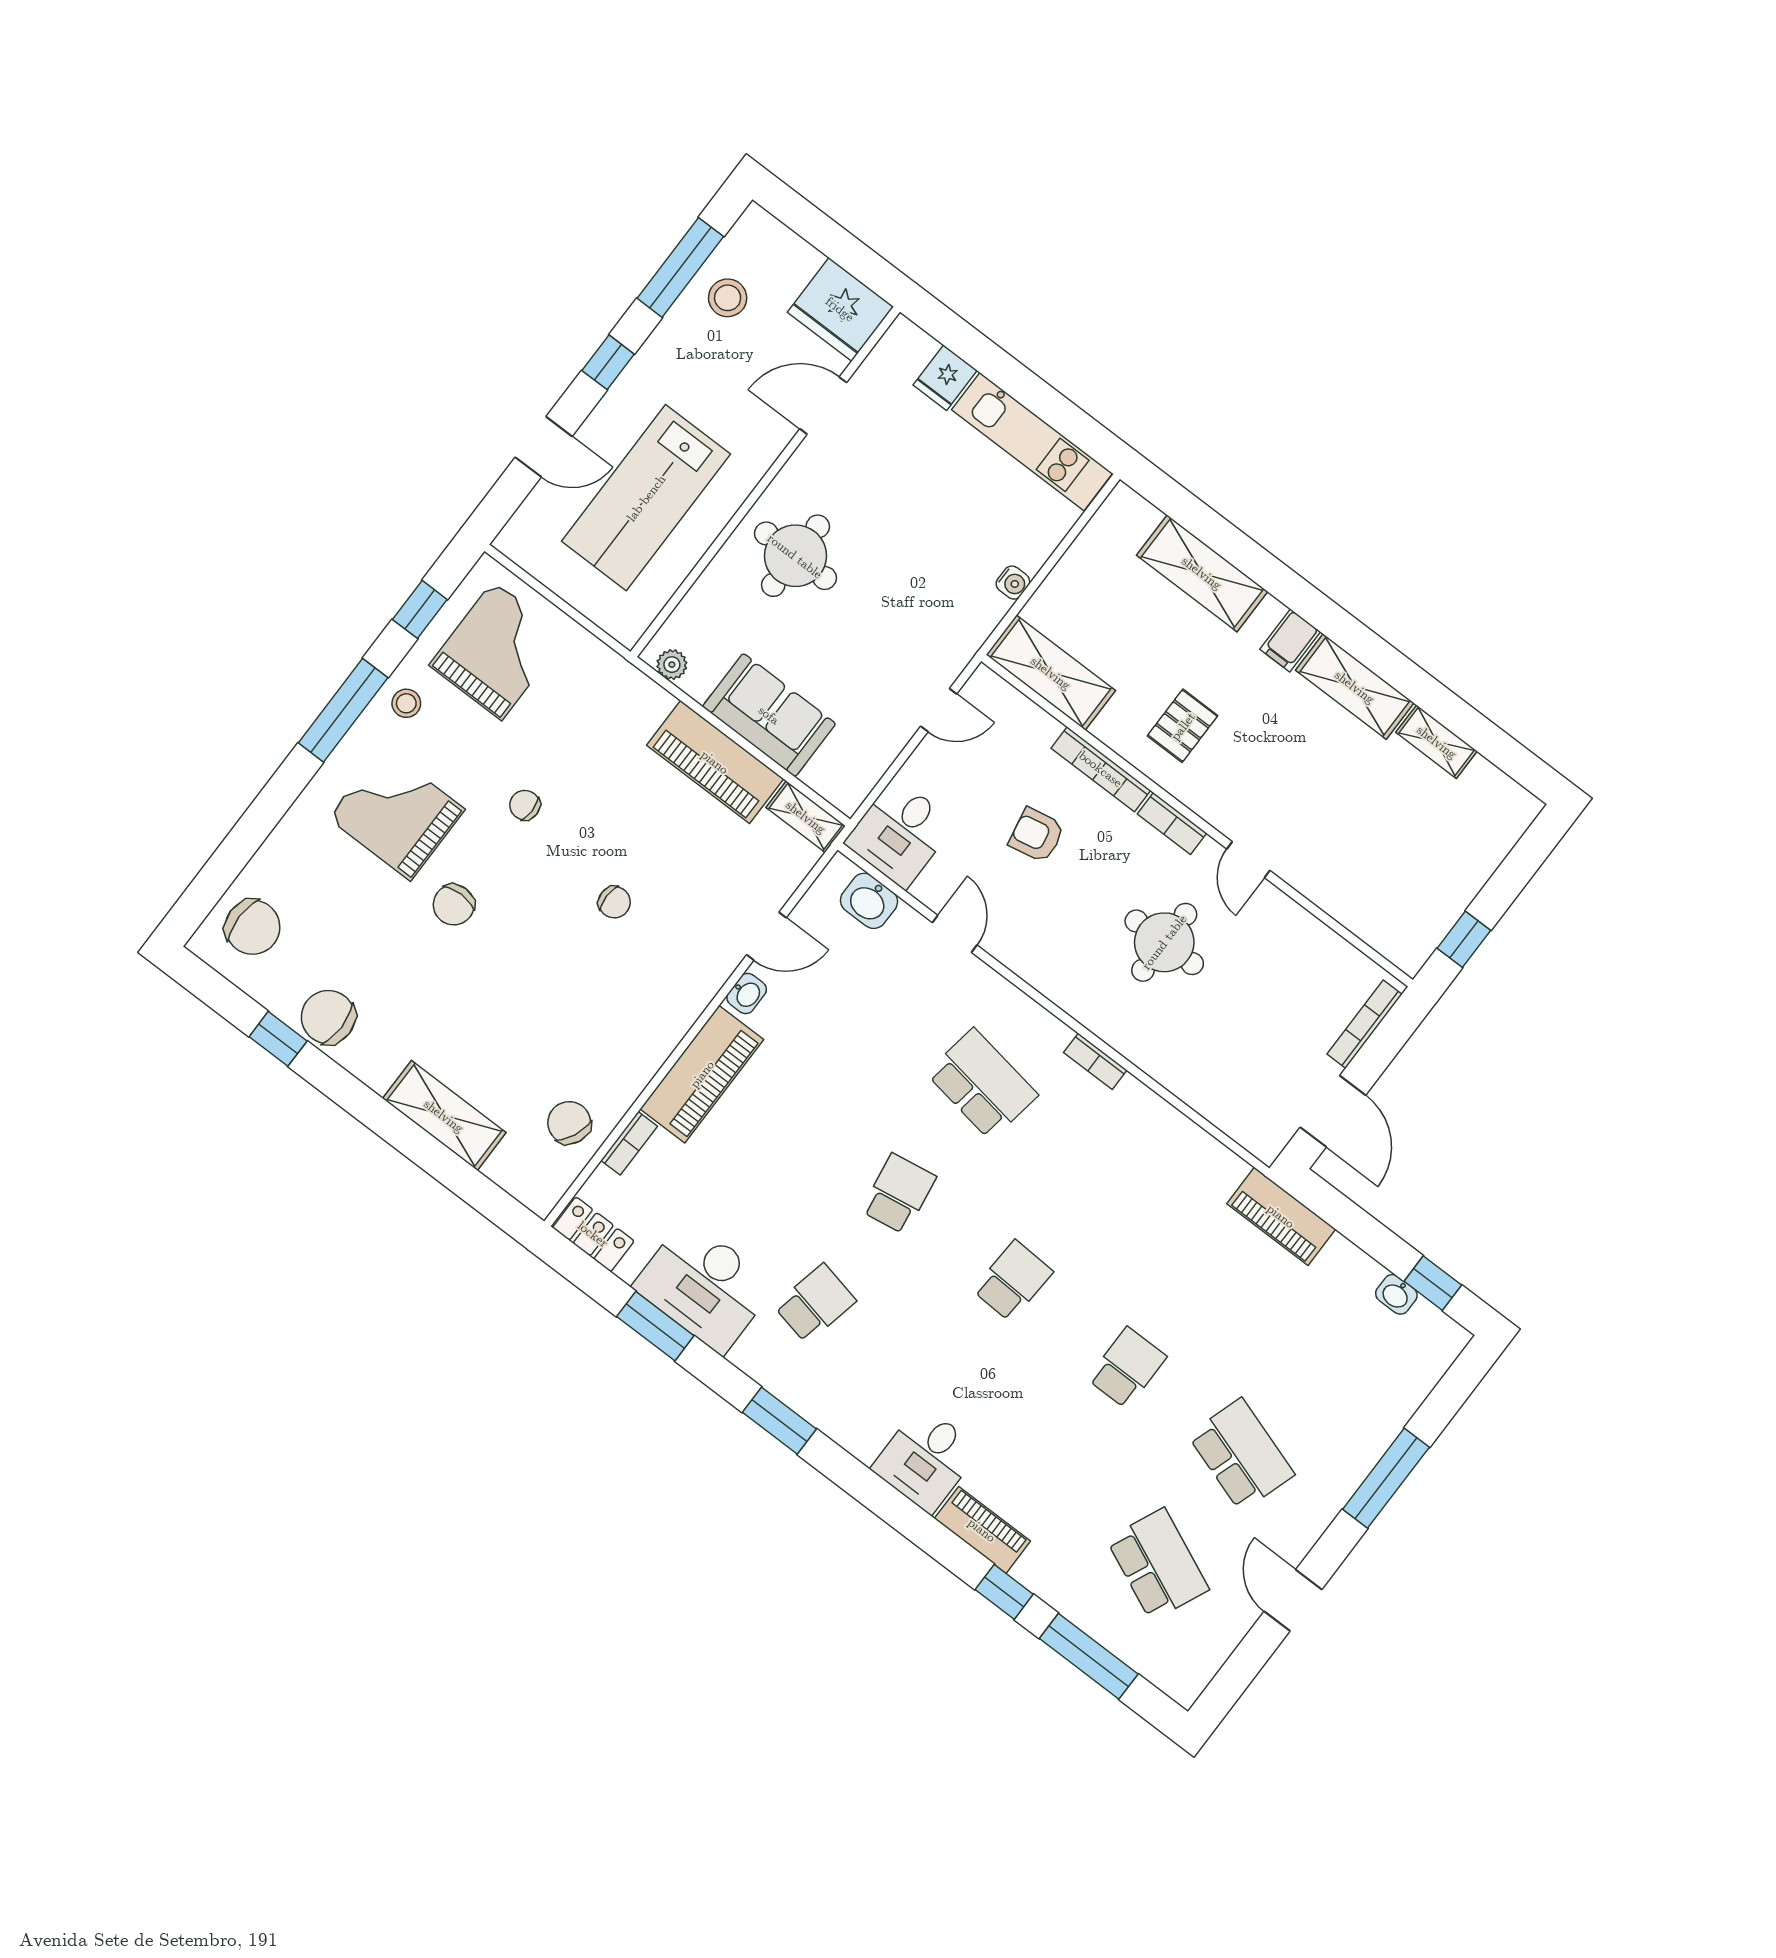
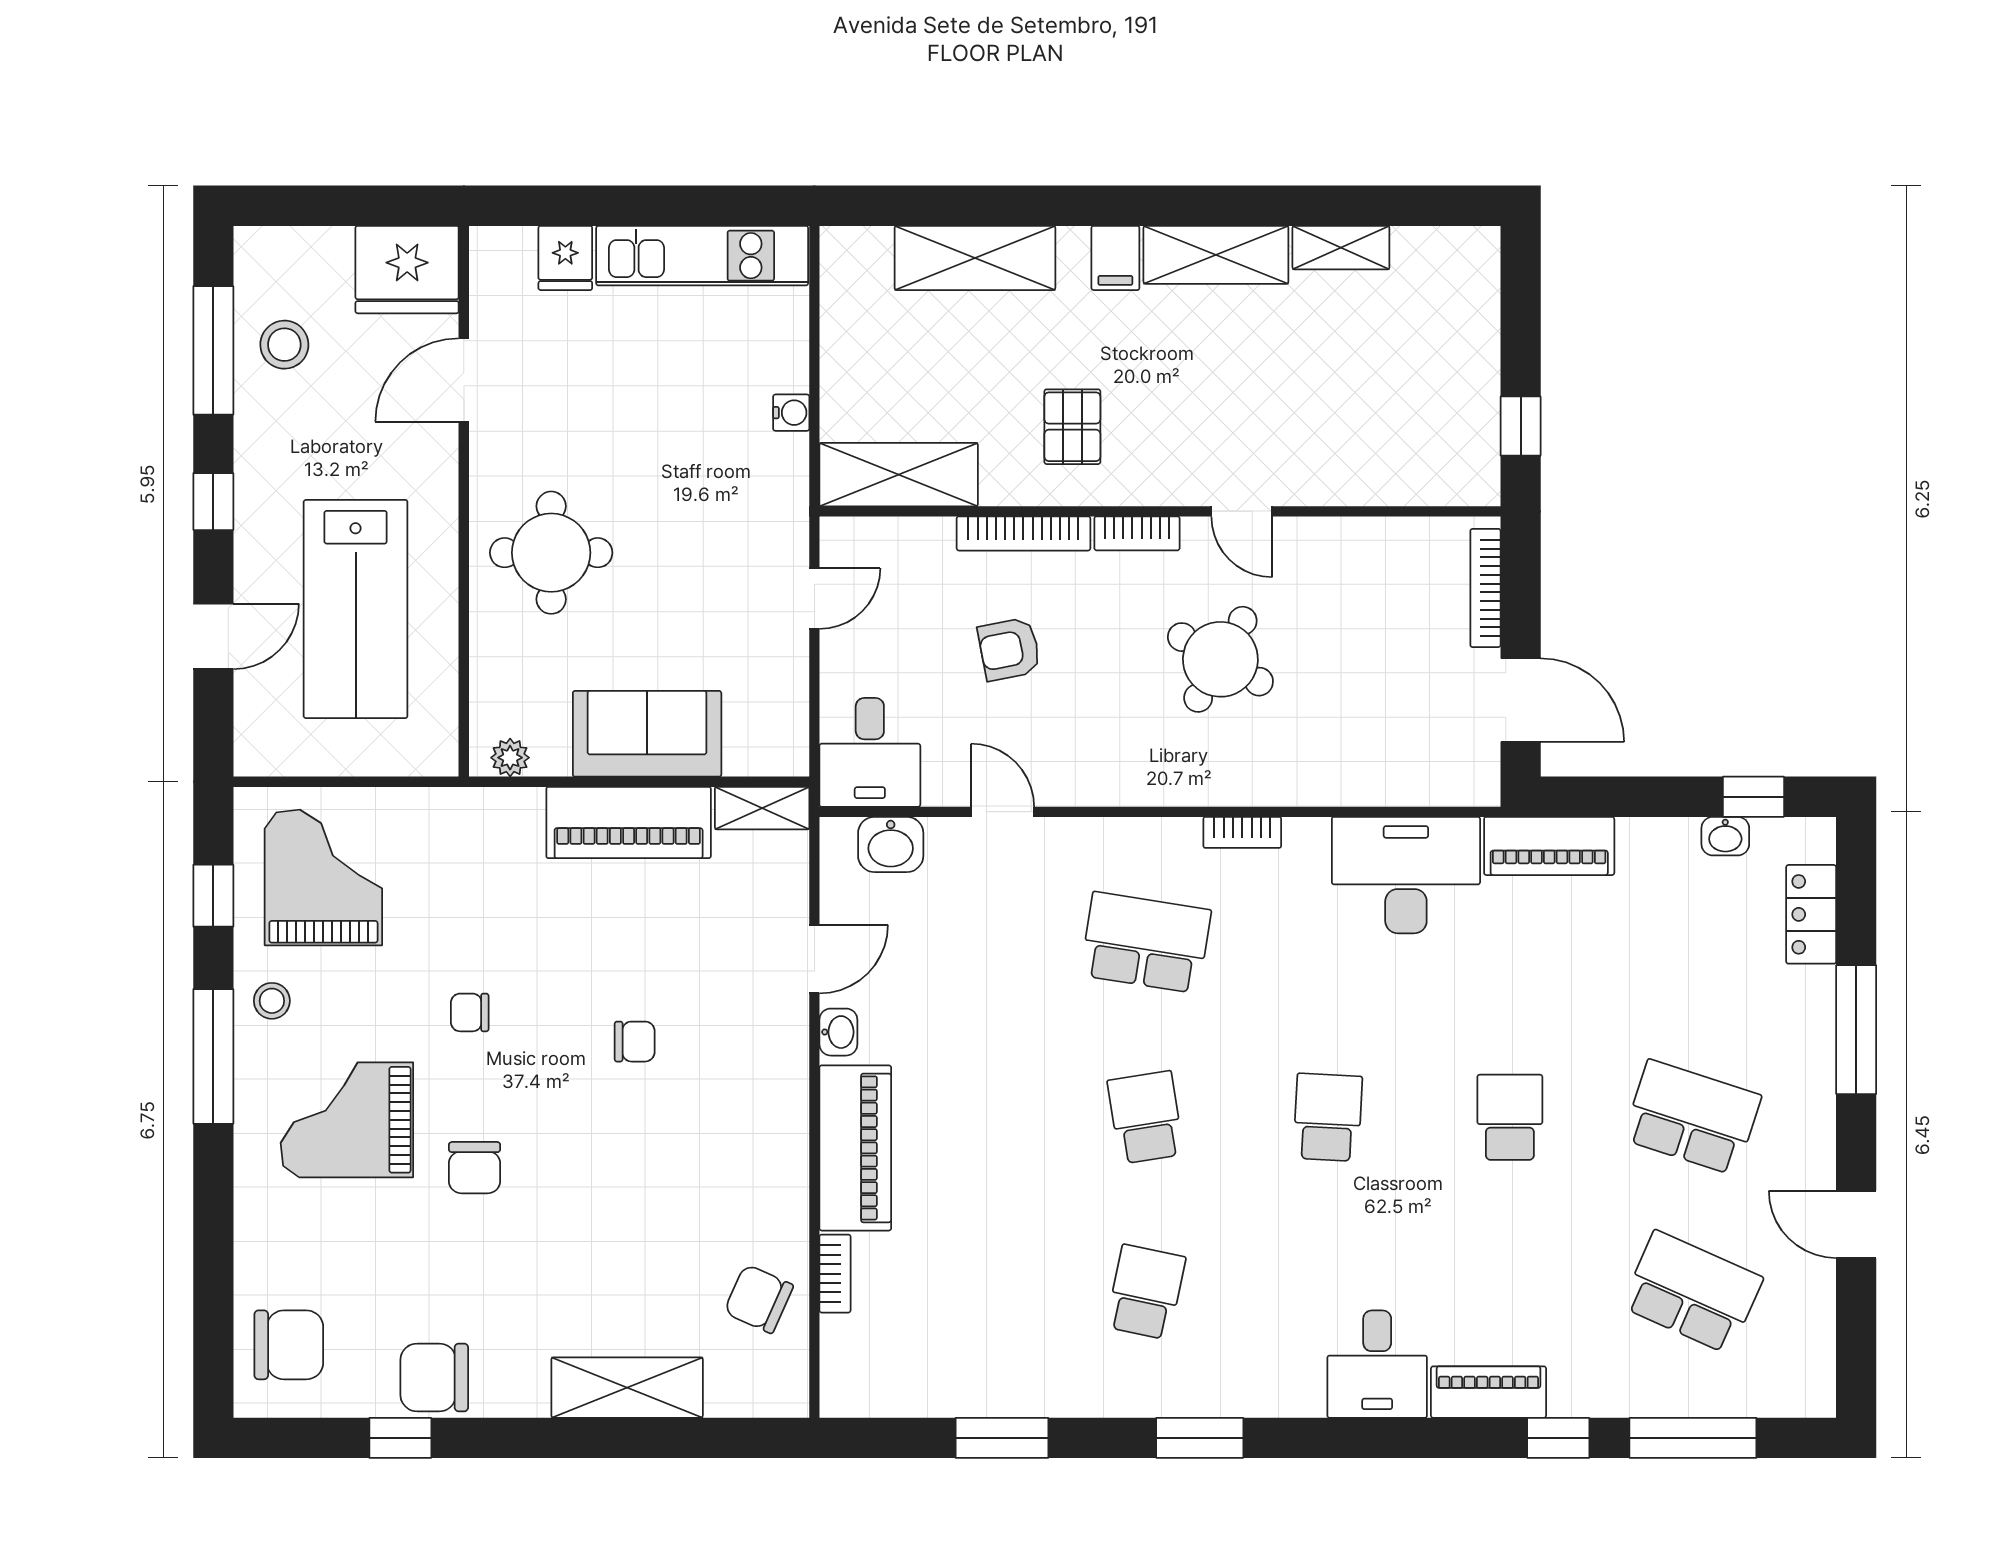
round table: (1164, 942) -> (1220, 659), turned 30
locker: (593, 1234) -> (1811, 914), moved, turned -90
desk: (704, 1286) -> (1406, 875), moved, turned 180

